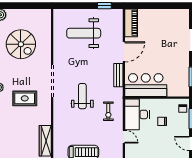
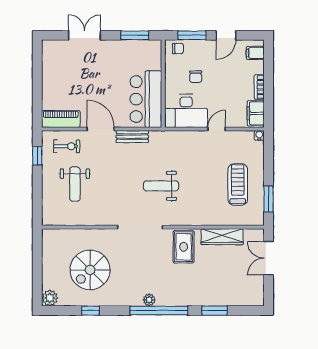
weight bench: (84, 33) -> (75, 184), width x0.73, depth x0.75
spiral stairs: (21, 44) -> (90, 270), turned 180
rug: (25, 98) -> (184, 247), moved
exercise bike: (108, 111) -> (67, 146), moved

